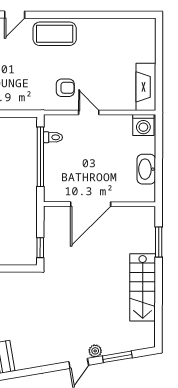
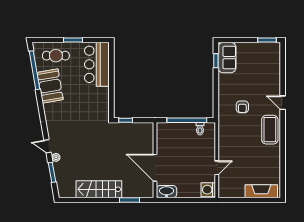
fireplace: (146, 87) -> (261, 191), moved
armchair: (65, 88) -> (242, 107), moved
door: (89, 112) -> (217, 168), moved
washbasin: (146, 169) -> (166, 192), moved
door: (91, 204) -> (155, 168), moved

